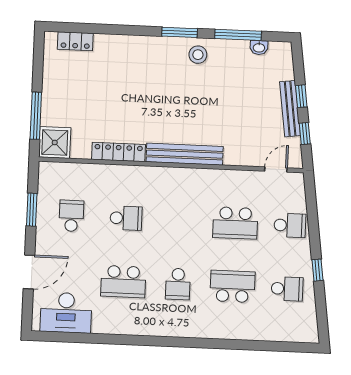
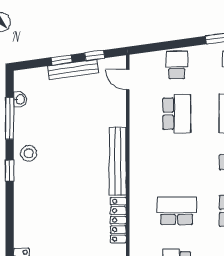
window: (180, 32) -> (10, 170), width x0.67
school desk: (126, 218) -> (177, 211), width x1.85

